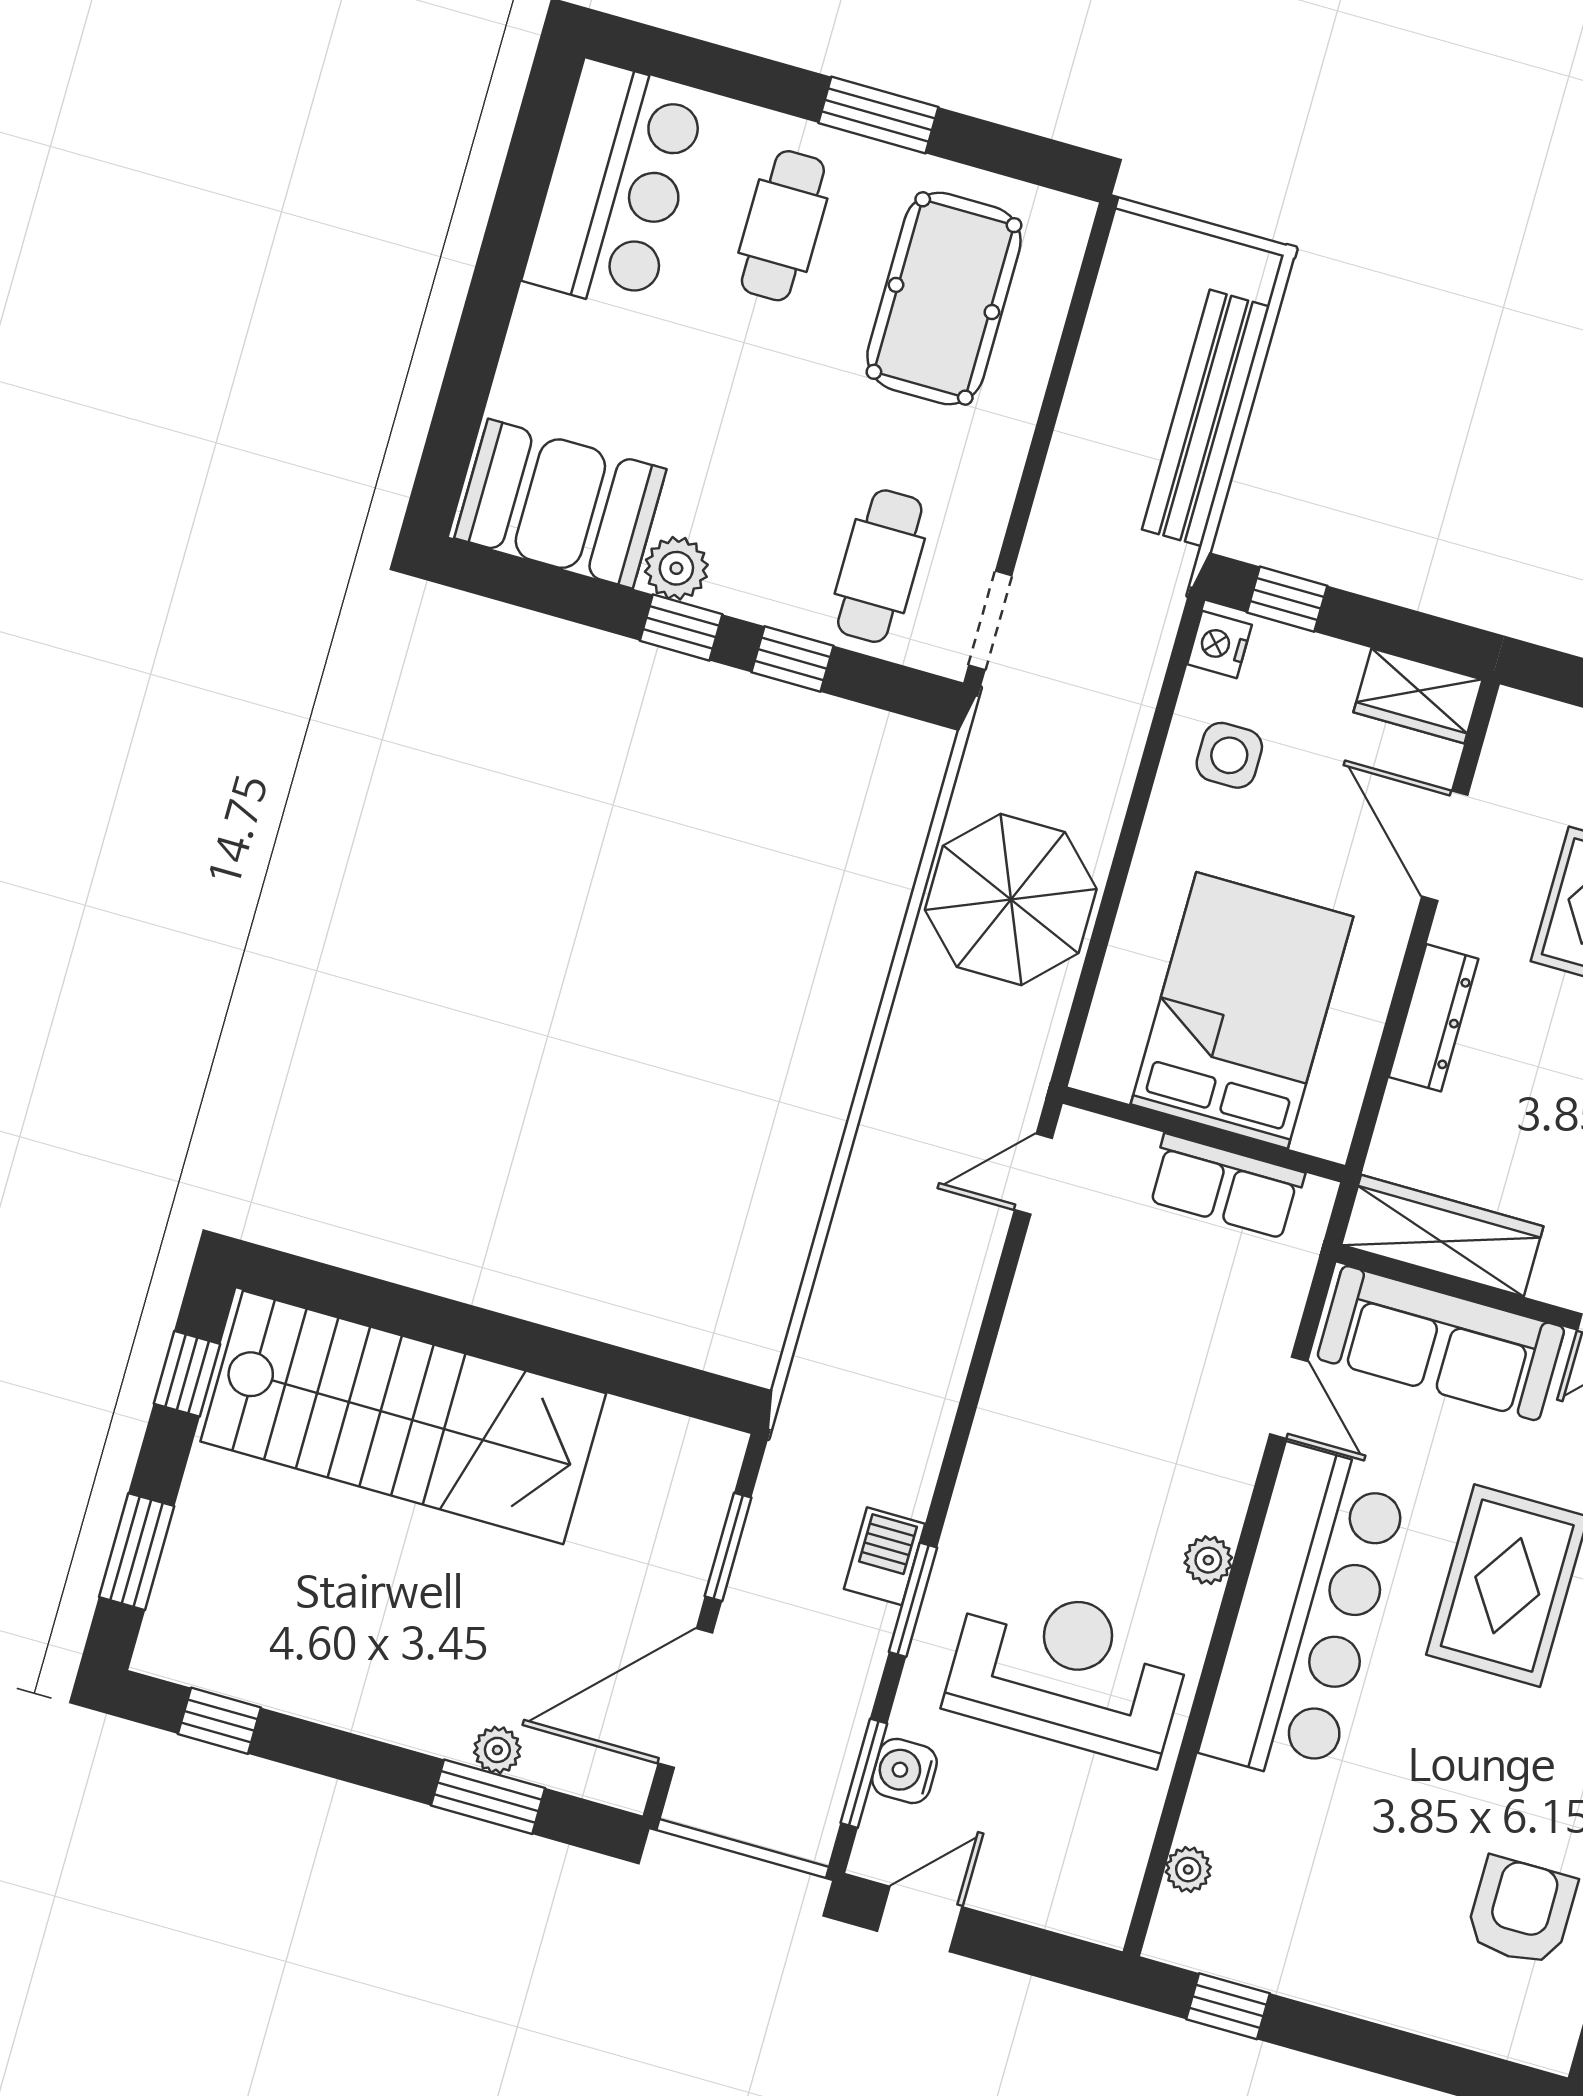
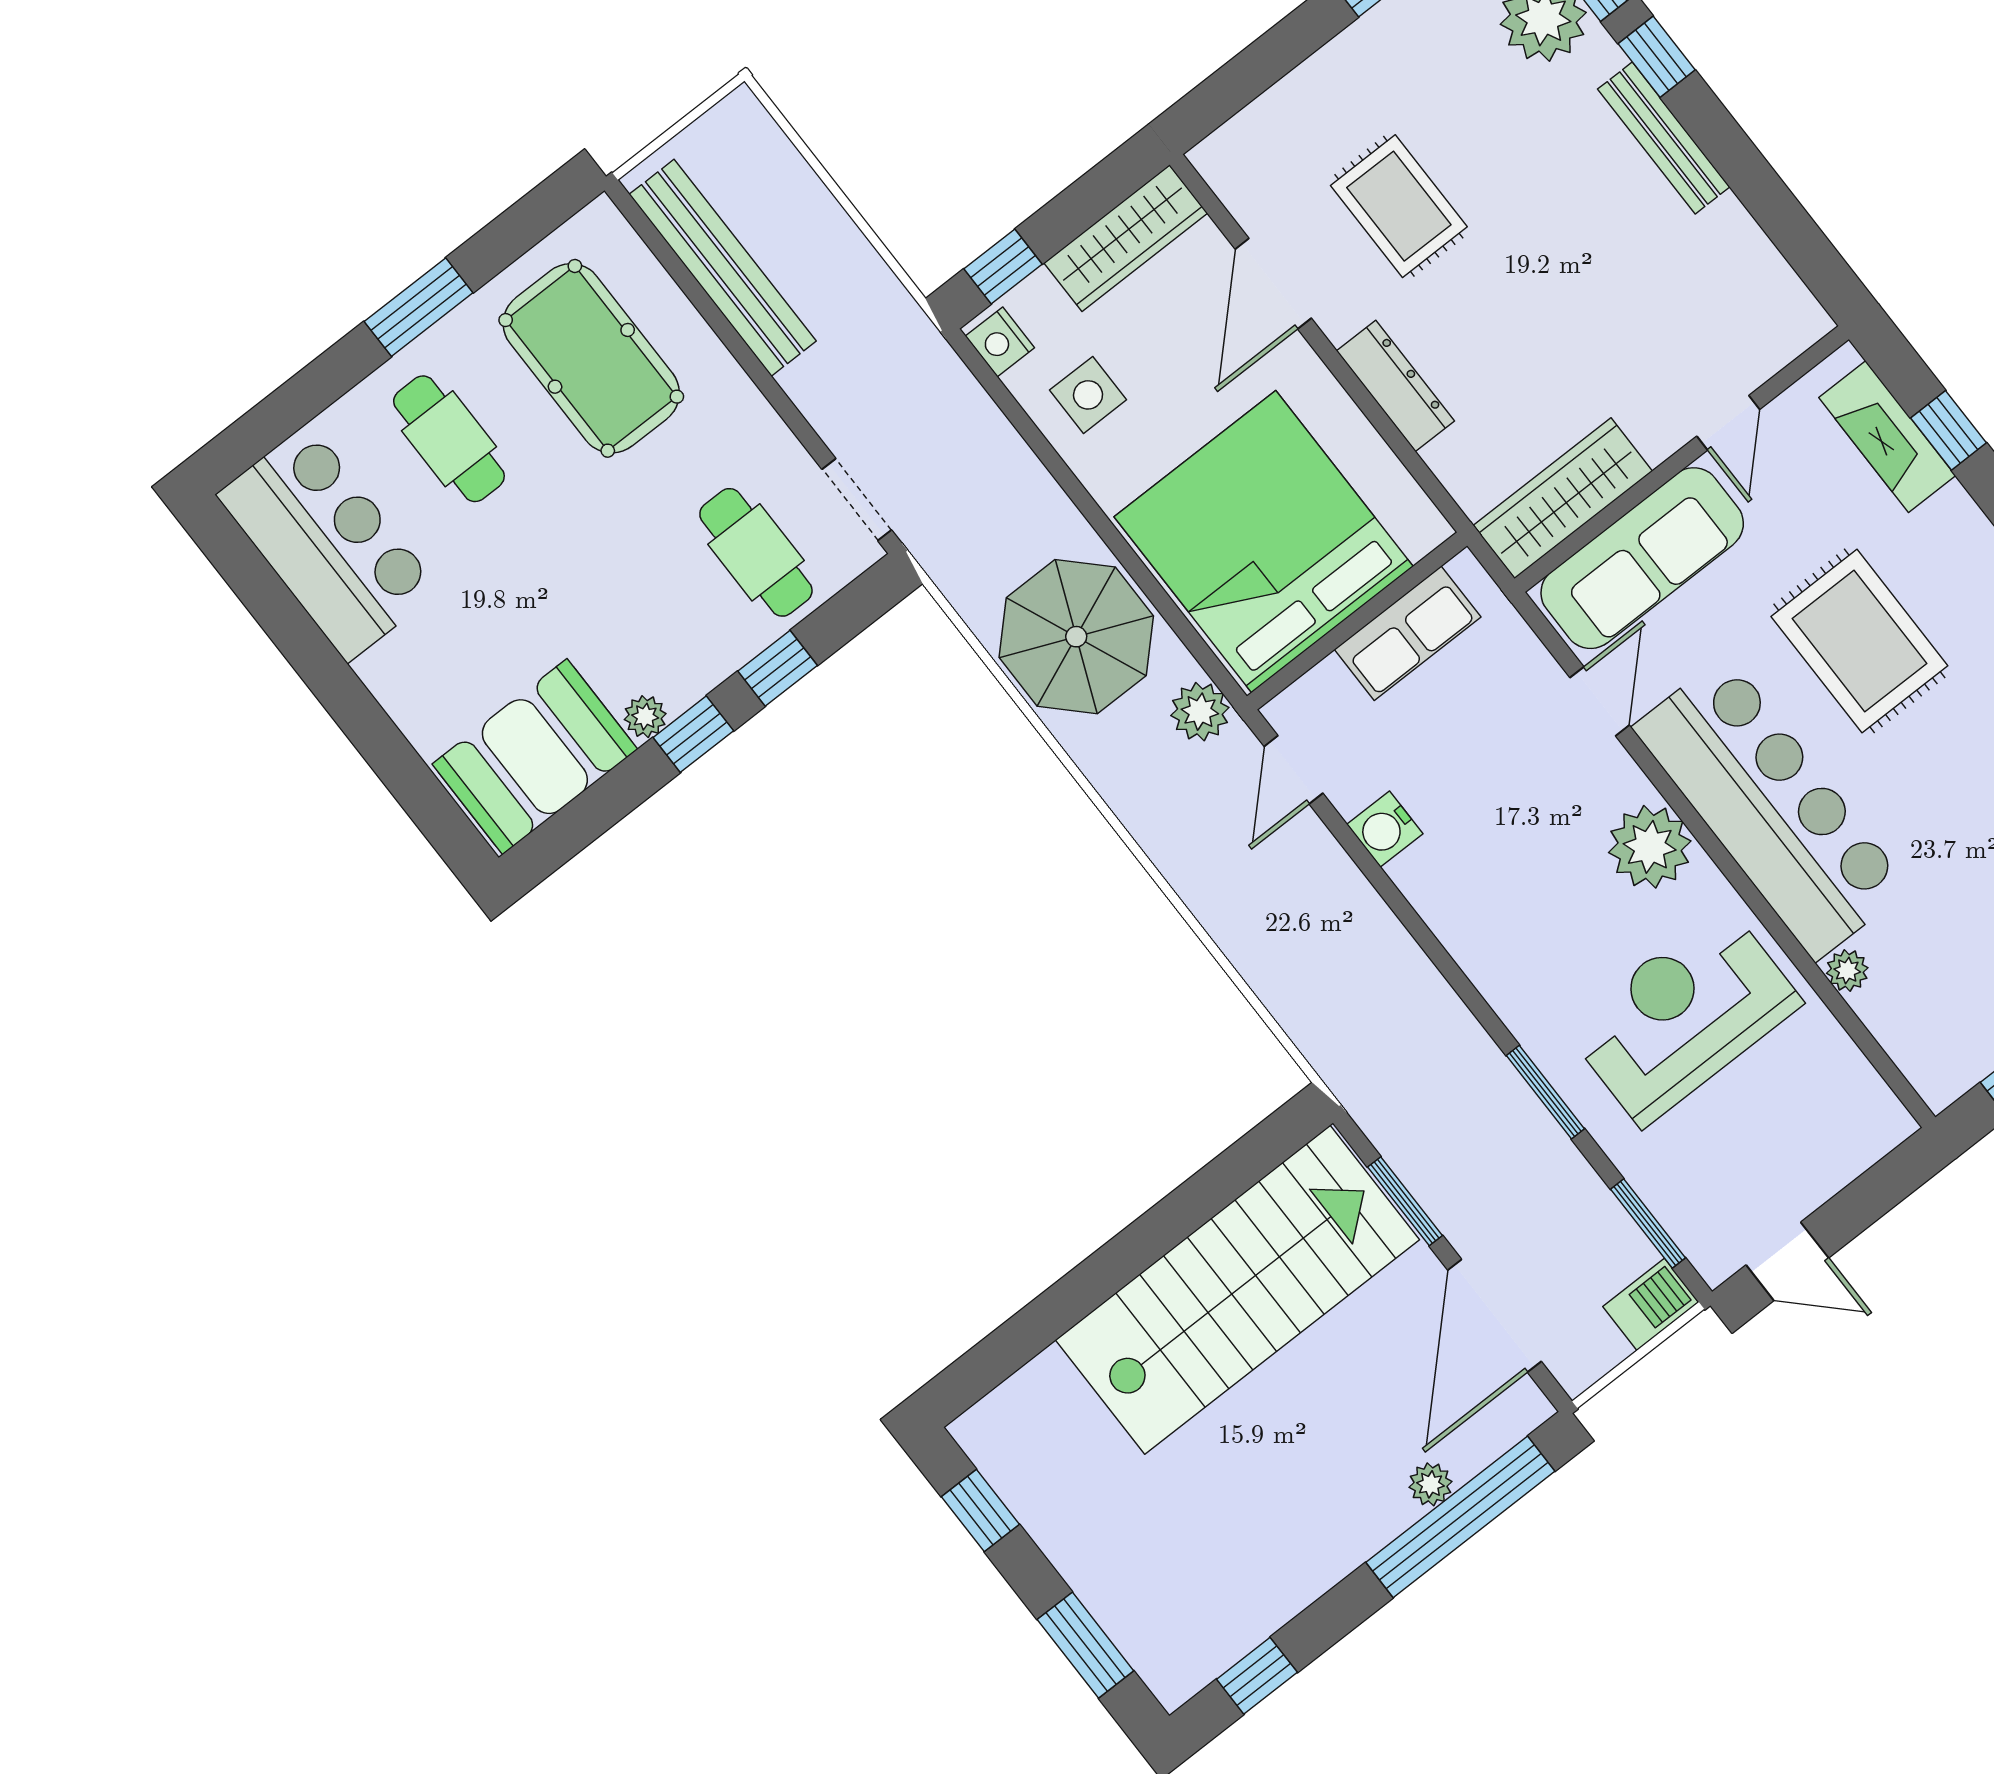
bench: (1206, 418) -> (723, 268), moved
plant: (676, 568) -> (645, 717), width x0.73, depth x0.73
wardrobe: (1418, 696) -> (1126, 238), width x1.50
door: (1445, 846) -> (1273, 284), hinge flipped
bed: (1242, 1010) -> (1264, 542), width x1.36
plant: (1024, 1055) -> (1200, 712), added
door: (1289, 1398) -> (1600, 701), hinge flipped
stairs: (403, 1417) -> (1237, 1290), moved
barbecue: (885, 1556) -> (1651, 1304), moved, turned 90
plant: (1208, 1560) -> (1650, 847), width x1.87, depth x1.87
water cooler: (904, 1771) -> (1385, 829), moved
window: (488, 1797) -> (1460, 1517), width x2.11
plant: (1188, 1870) -> (1847, 971), moved
door: (920, 1919) -> (1787, 1261), swing flipped

